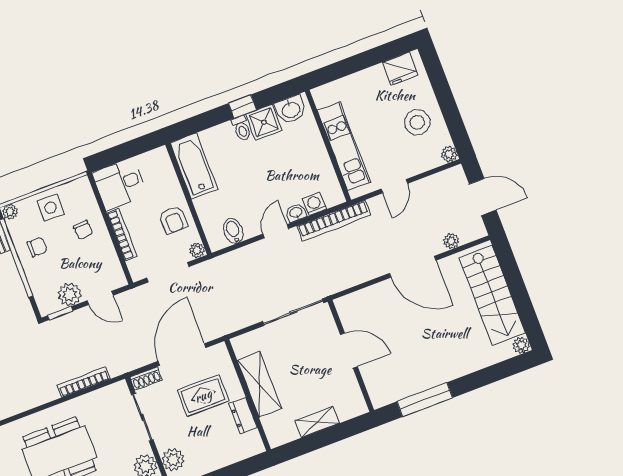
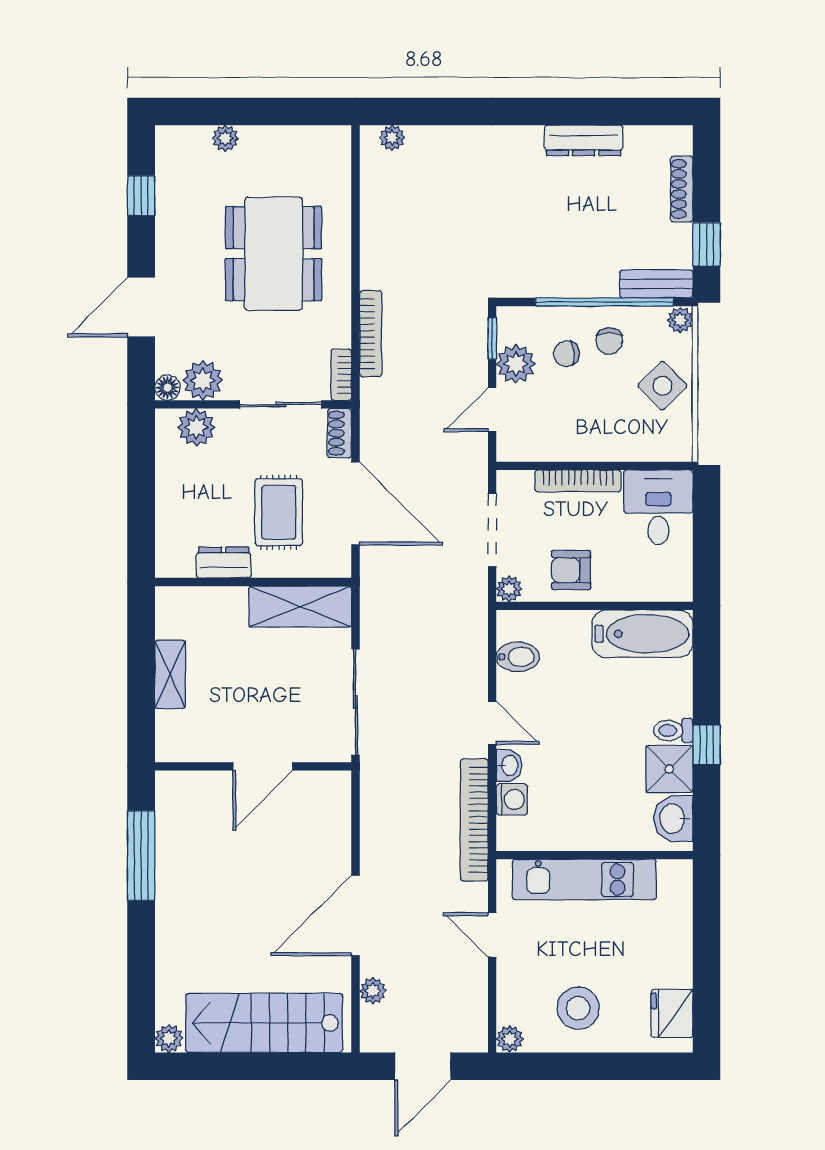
side table: (51, 208) -> (663, 386), turned 45
chair: (83, 230) -> (566, 354), moved
shelving: (259, 385) -> (300, 607), moved
bookcase: (113, 390) -> (341, 375), added

